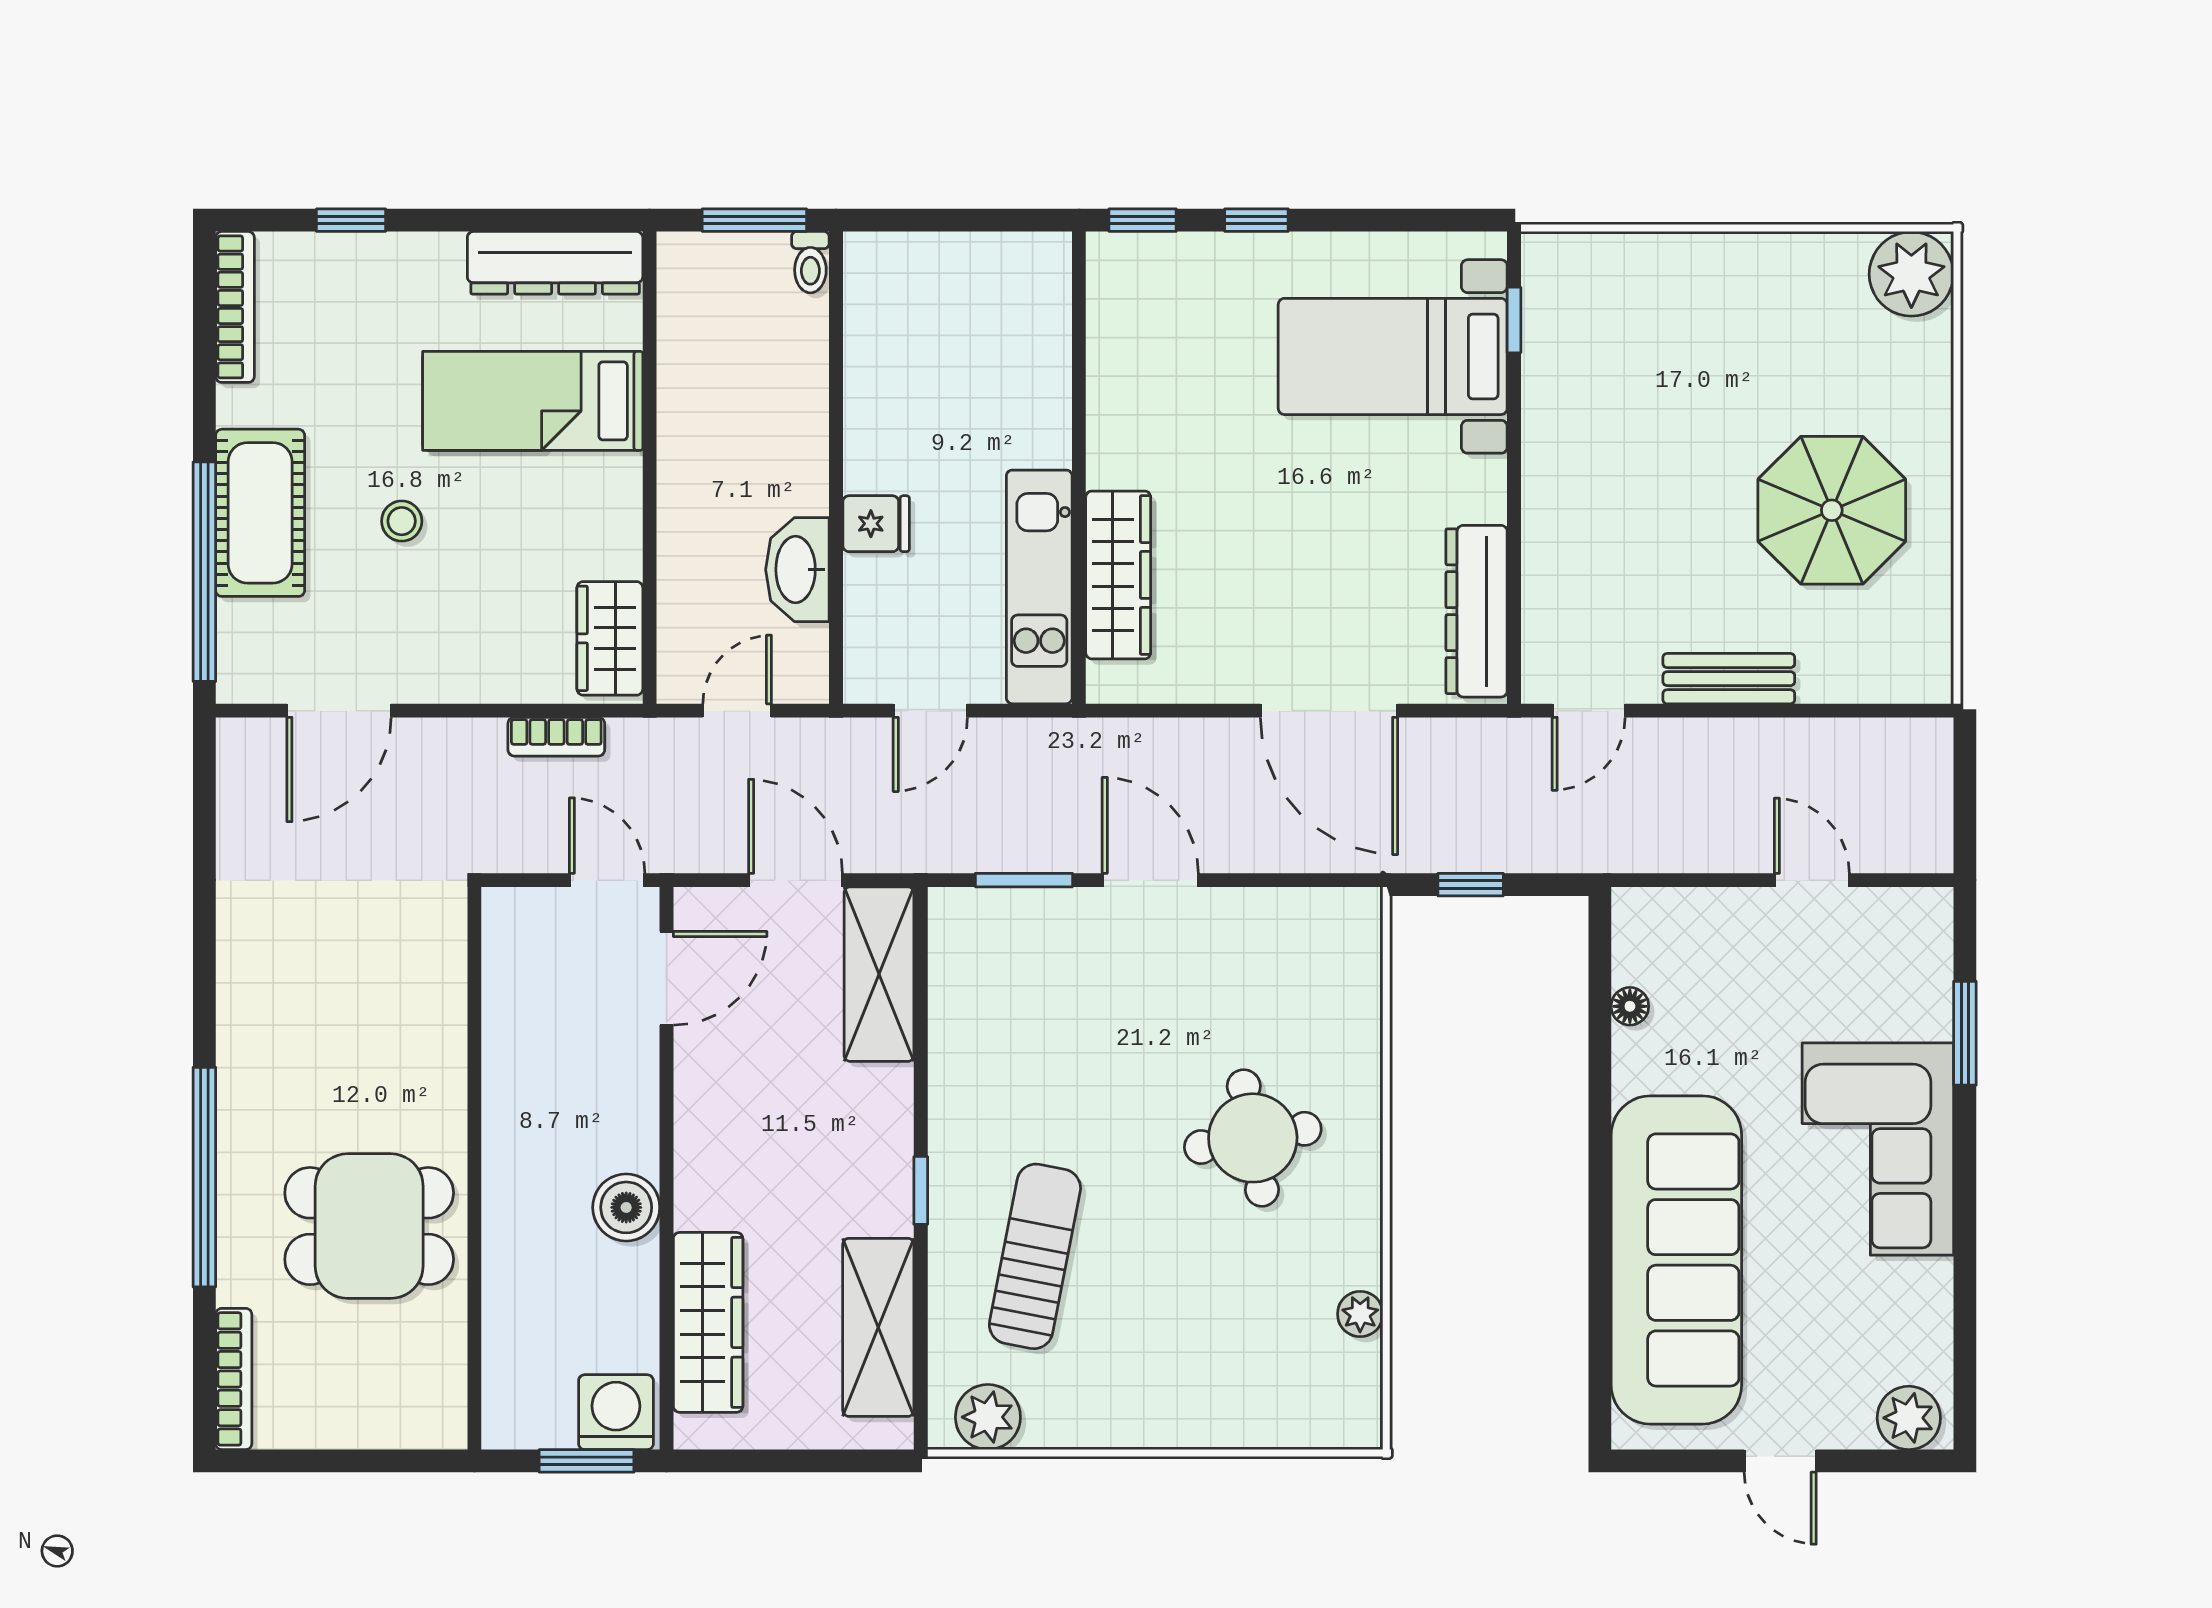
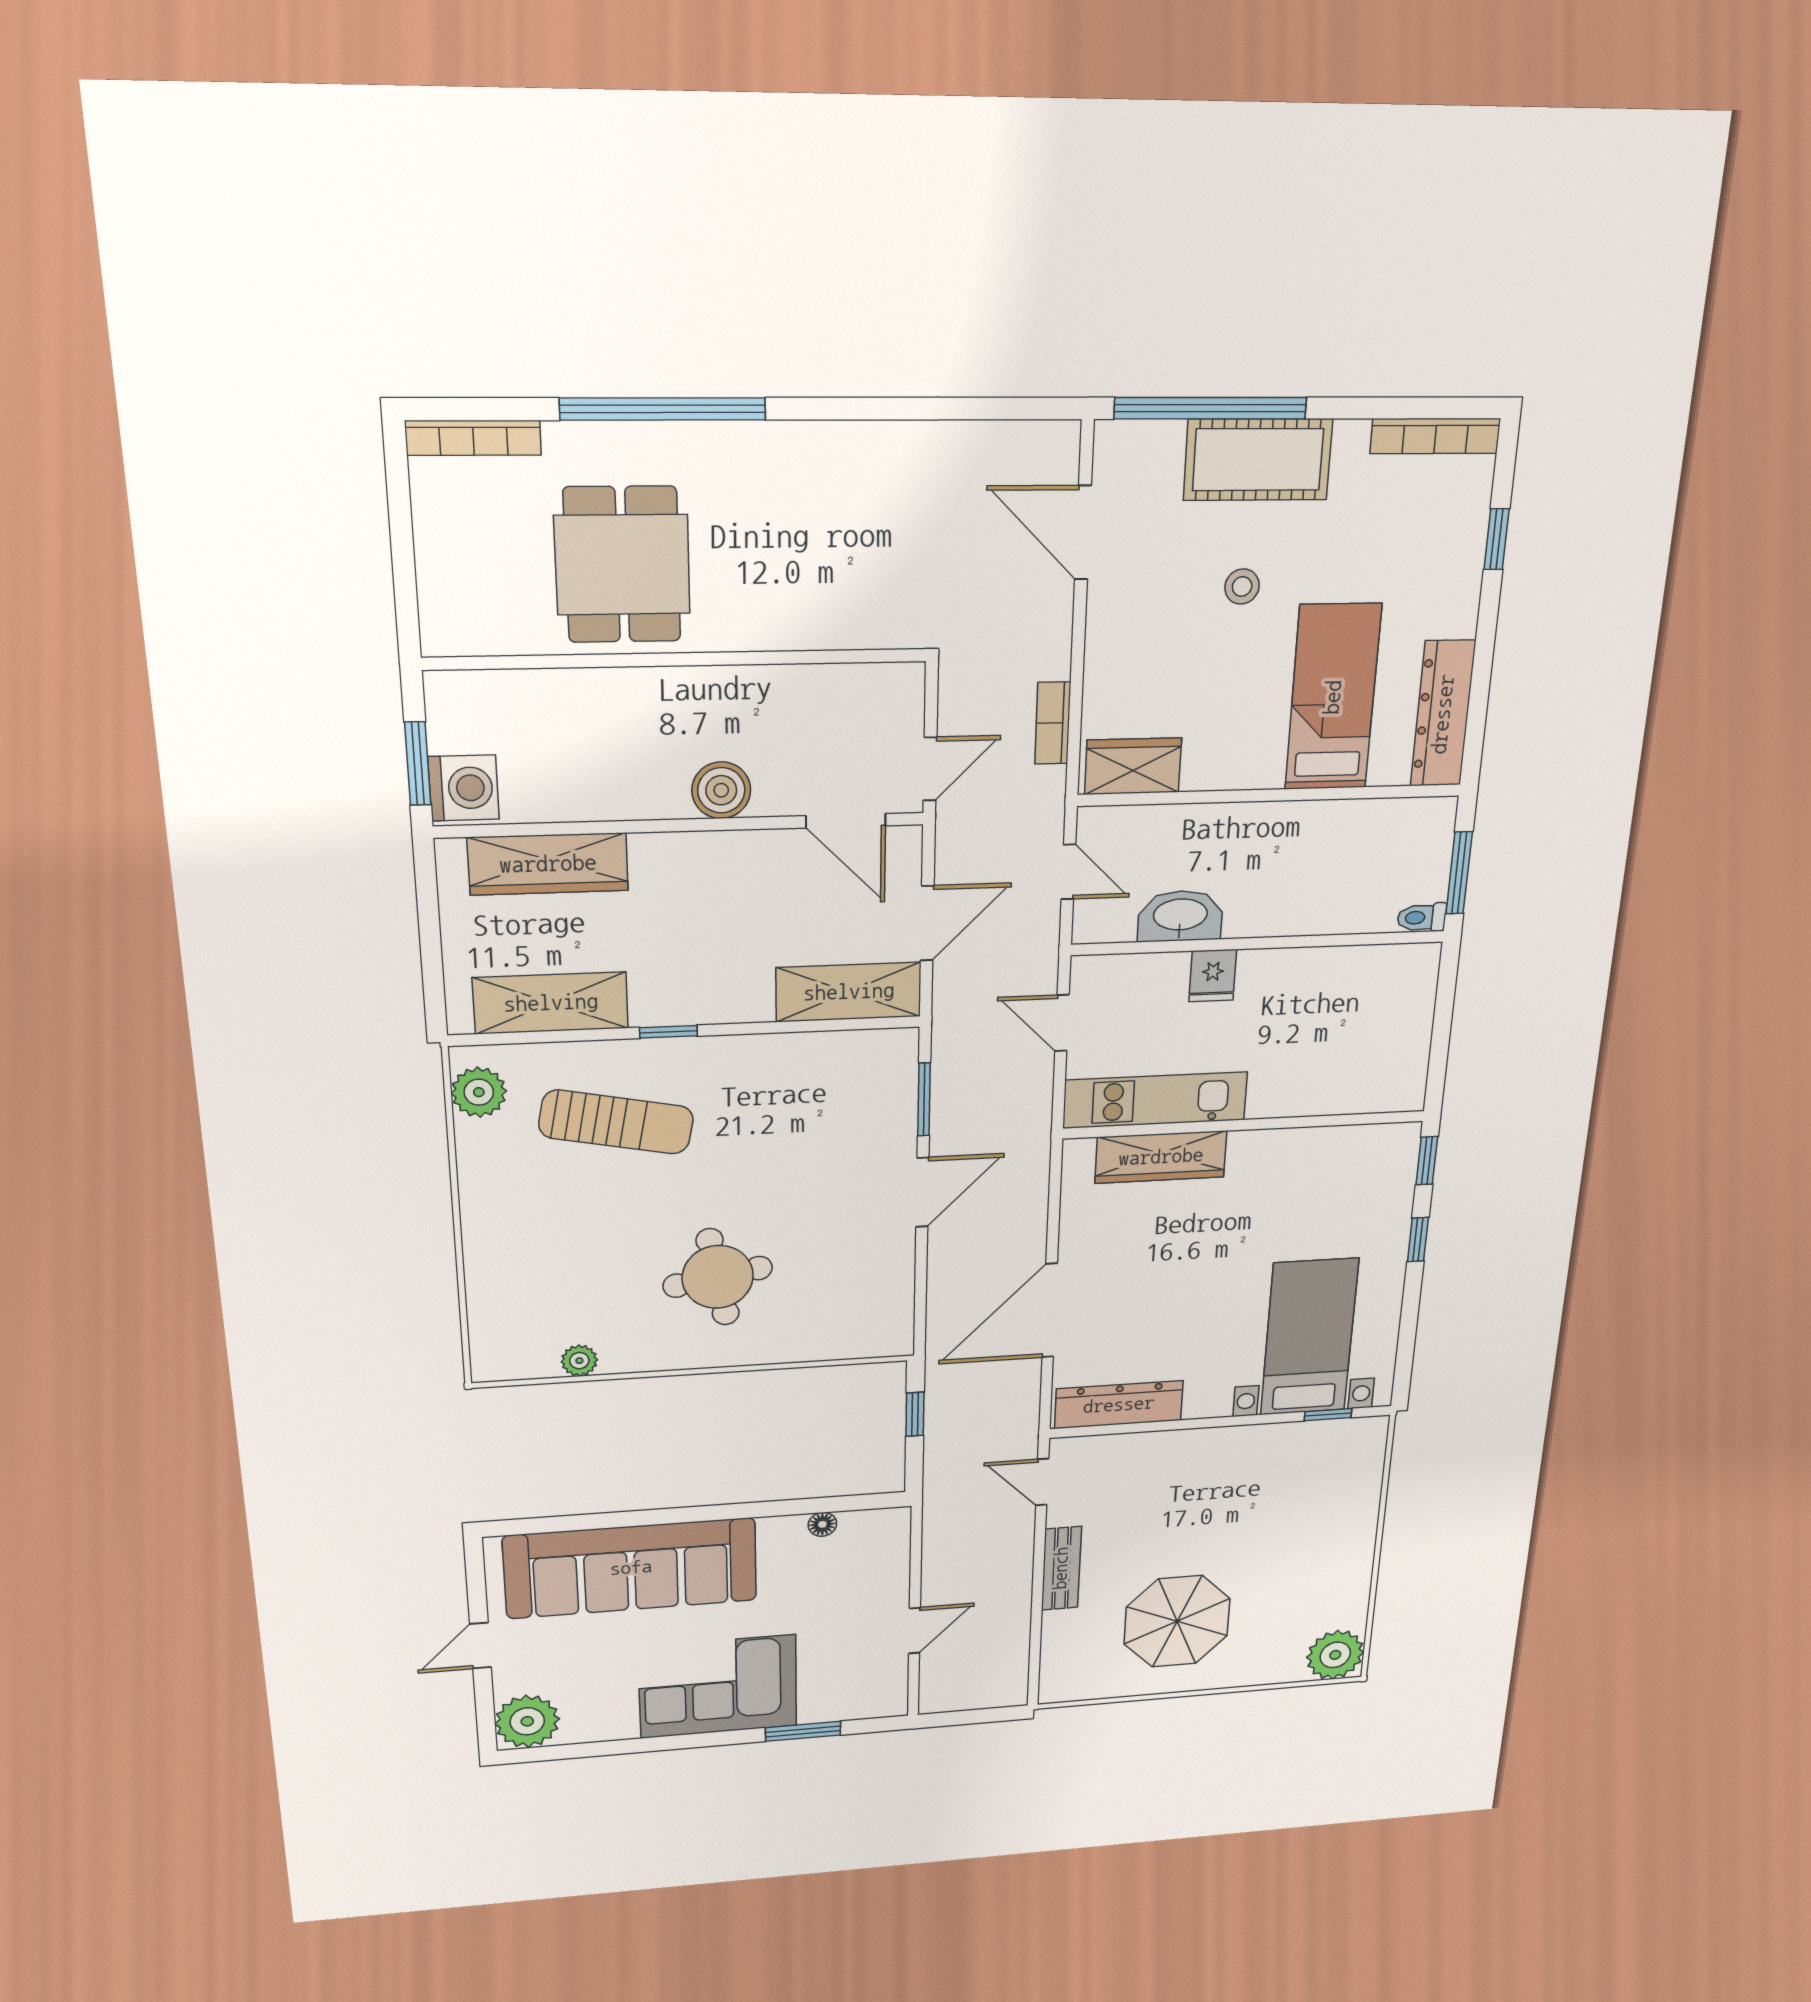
boiler: (626, 1207) -> (721, 790), moved
plant: (1909, 1418) -> (527, 1721), width x1.36, depth x1.36

